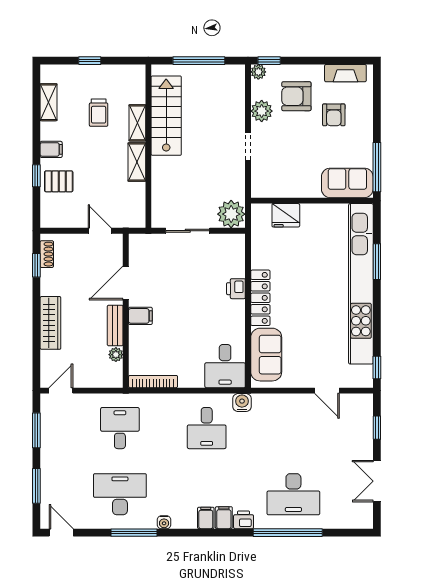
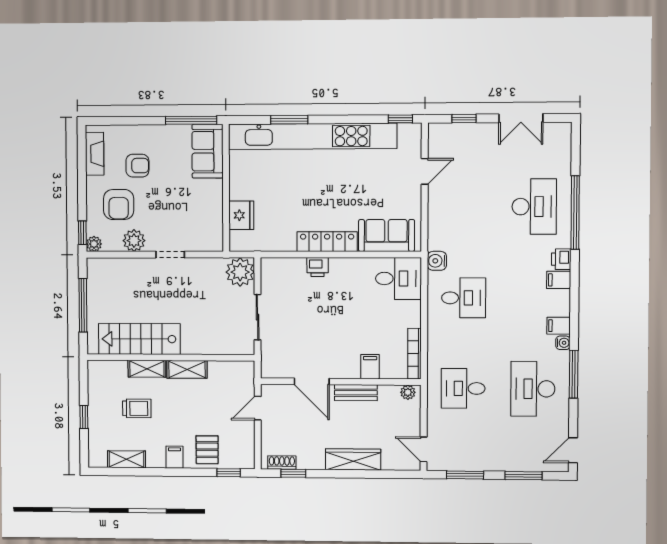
window: (36, 176) -> (229, 473), moved
filing cabinet: (140, 316) -> (370, 367), moved
plant: (116, 355) -> (408, 392), moved
filing cabinet: (206, 518) -> (559, 326), moved

